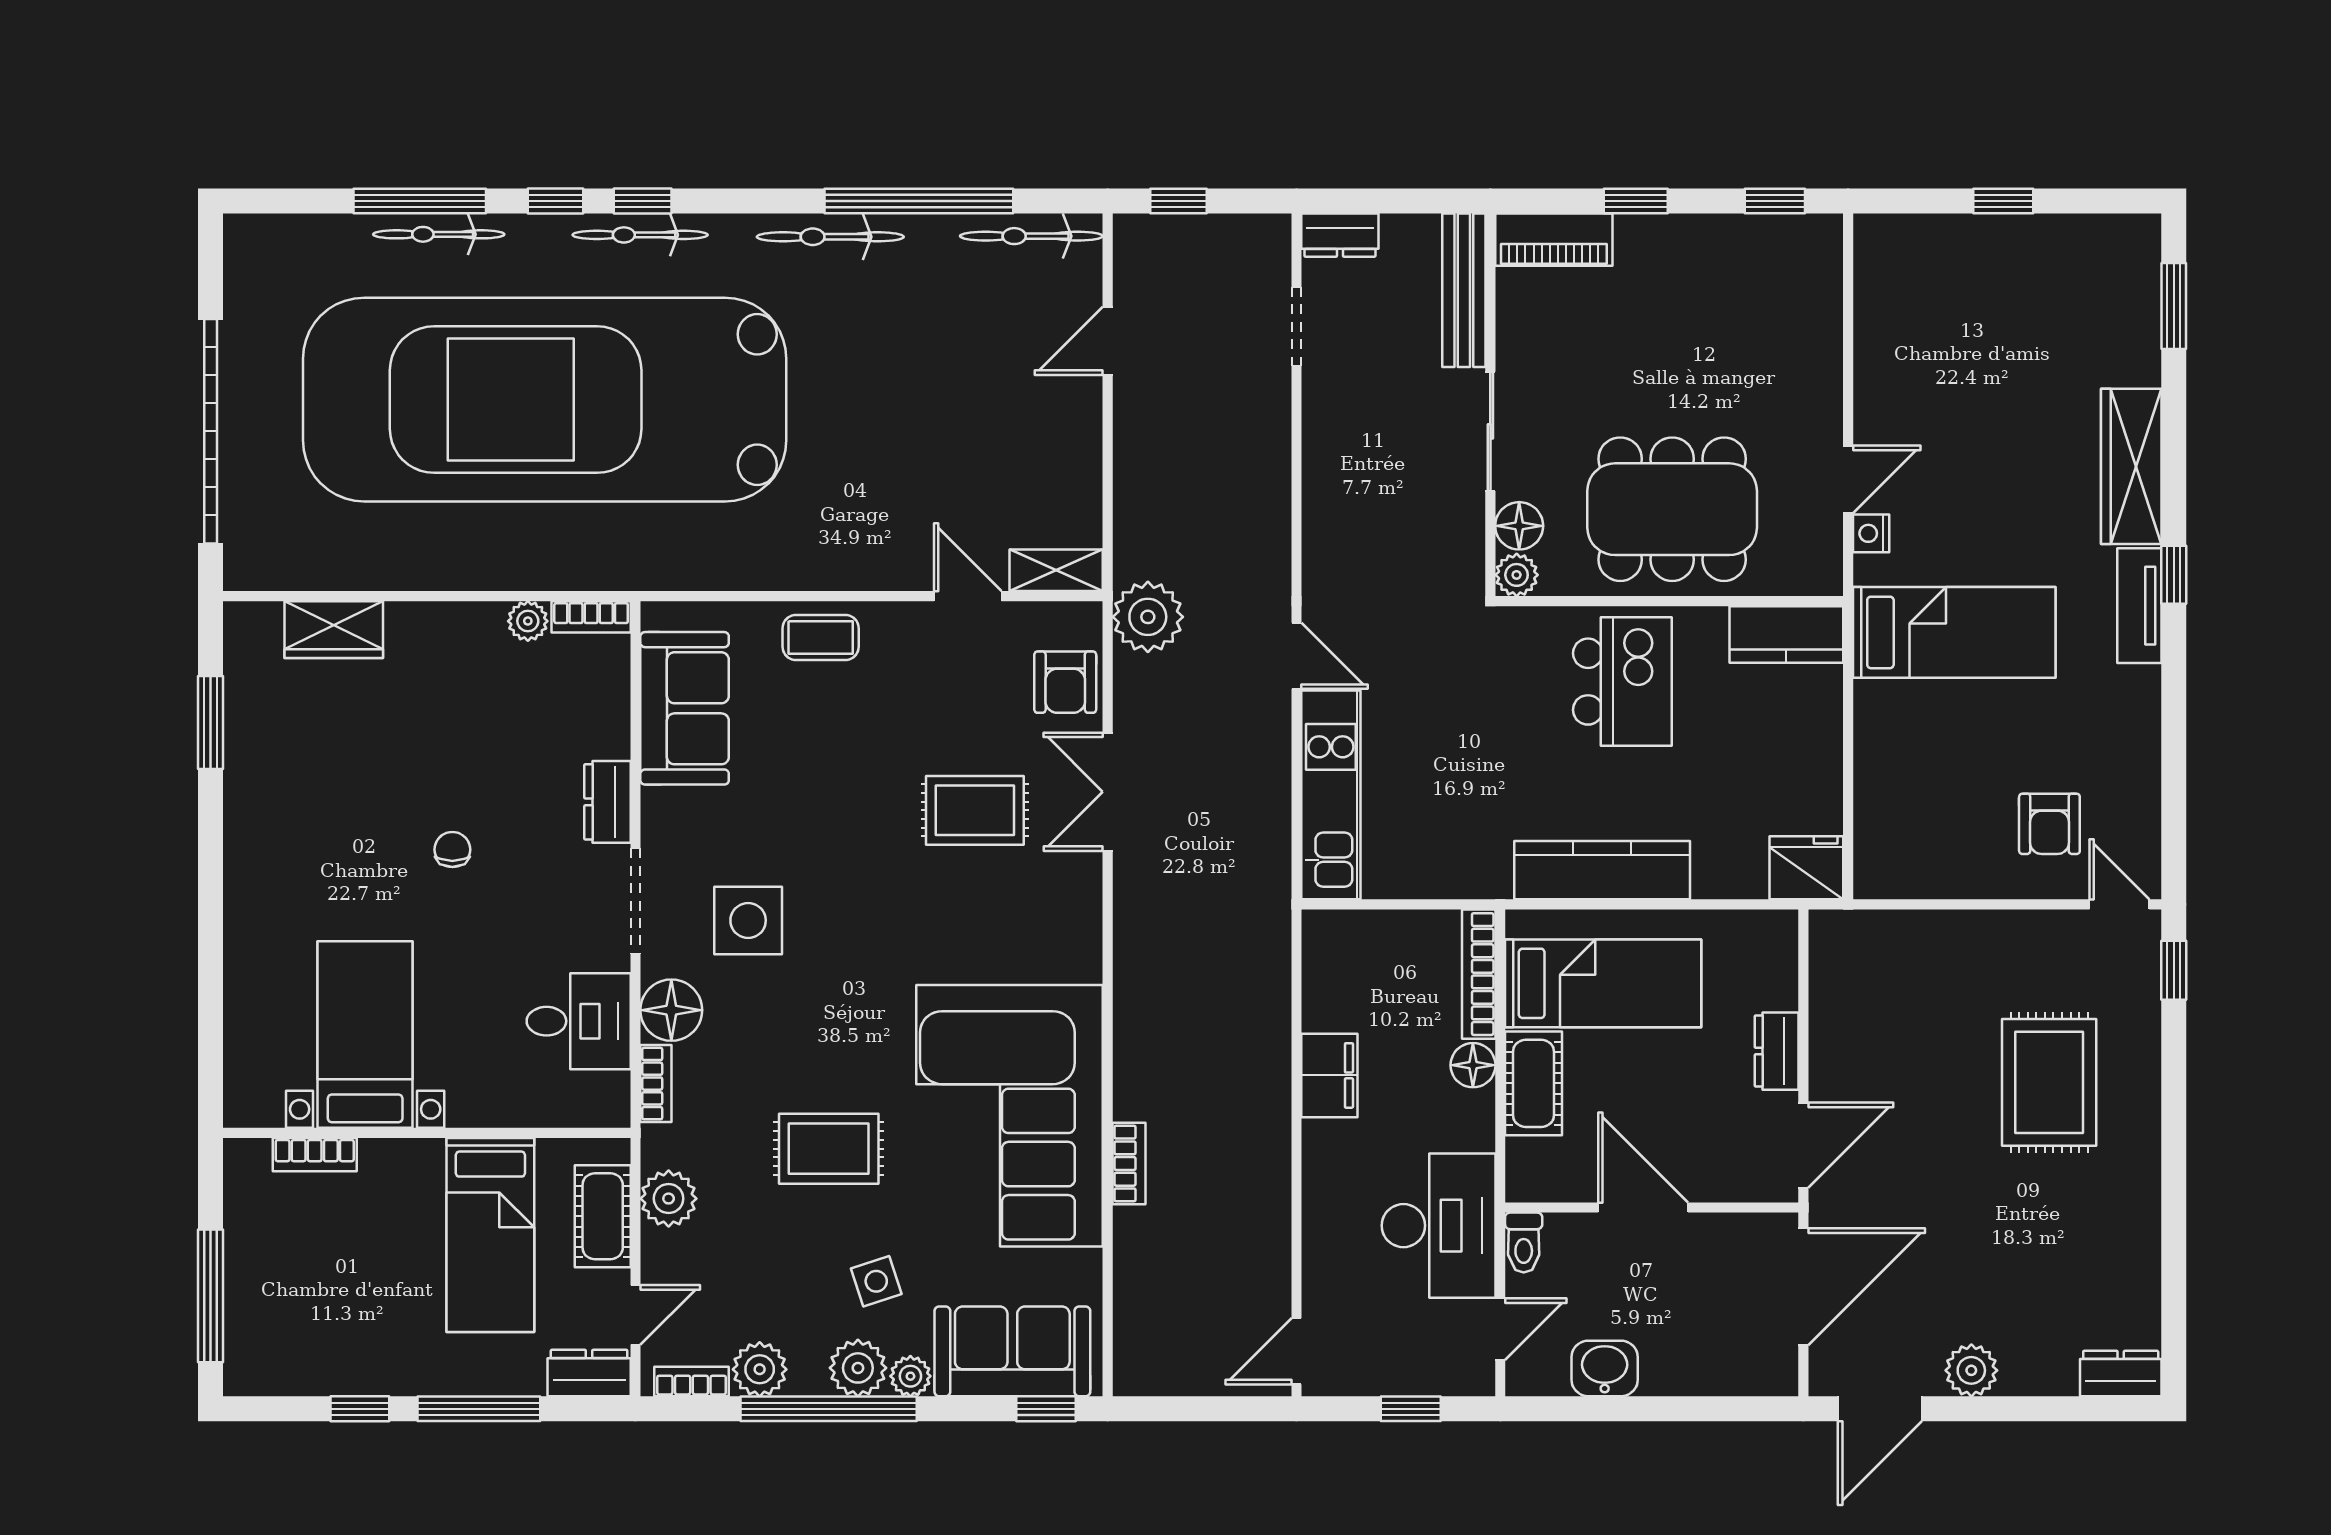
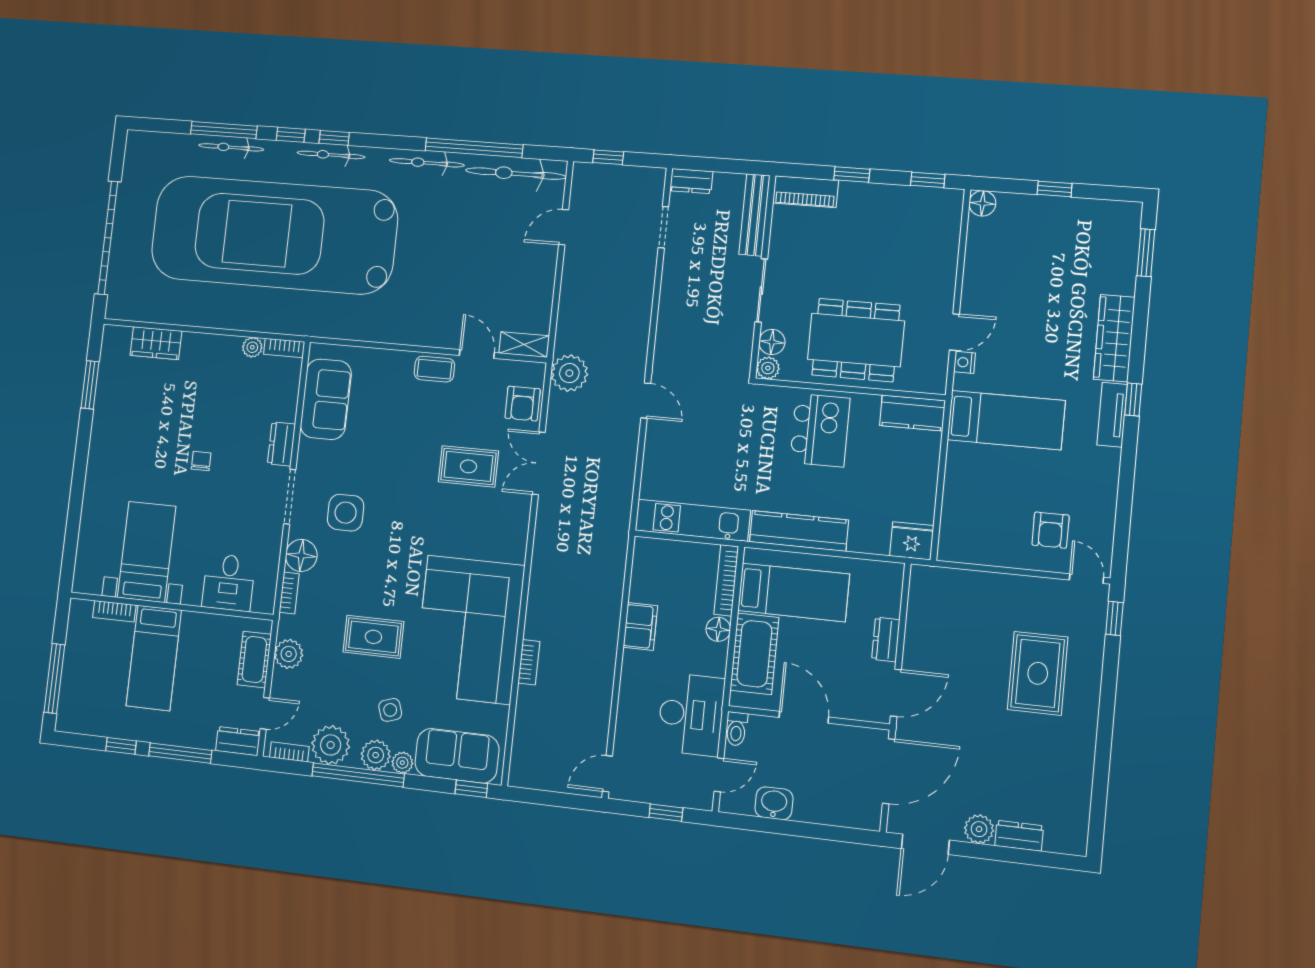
bicycle: (1031, 236) -> (516, 174), width x1.37, depth x1.40
floor lamp: (1877, 237) -> (982, 203), added
coffee table: (821, 637) -> (434, 369), moved
kitchen unit: (1331, 795) -> (693, 520), moved, turned -90
desk: (579, 1021) -> (229, 582), moved, turned 90
cot: (1533, 1083) -> (754, 654), width x1.37, depth x1.34
bed: (490, 1235) -> (154, 658), moved
plant: (760, 1369) -> (331, 745), width x1.36, depth x1.36
dresser: (2121, 1374) -> (1019, 836), moved

